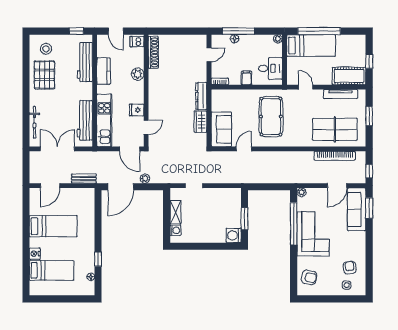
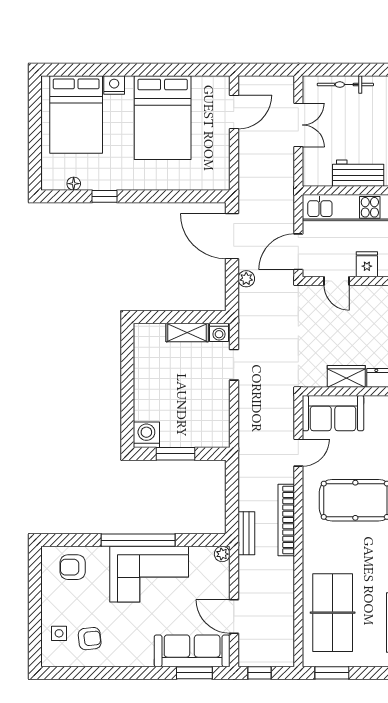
window: (369, 116) -> (332, 673), moved
workbench: (85, 120) -> (358, 173), width x0.73
double door: (57, 149) -> (298, 125), width x0.73
door: (244, 149) -> (298, 453), hinge flipped
bookcase: (335, 156) -> (286, 520), moved
bench: (84, 179) -> (246, 533), moved
door: (50, 186) -> (234, 112), swing flipped
window: (294, 224) -> (138, 540), moved
bed: (53, 226) -> (163, 118), width x1.50
washing machine: (175, 230) -> (219, 332), moved
bed: (51, 270) -> (76, 115), width x1.50
armchair: (309, 277) -> (73, 567), turned 80

